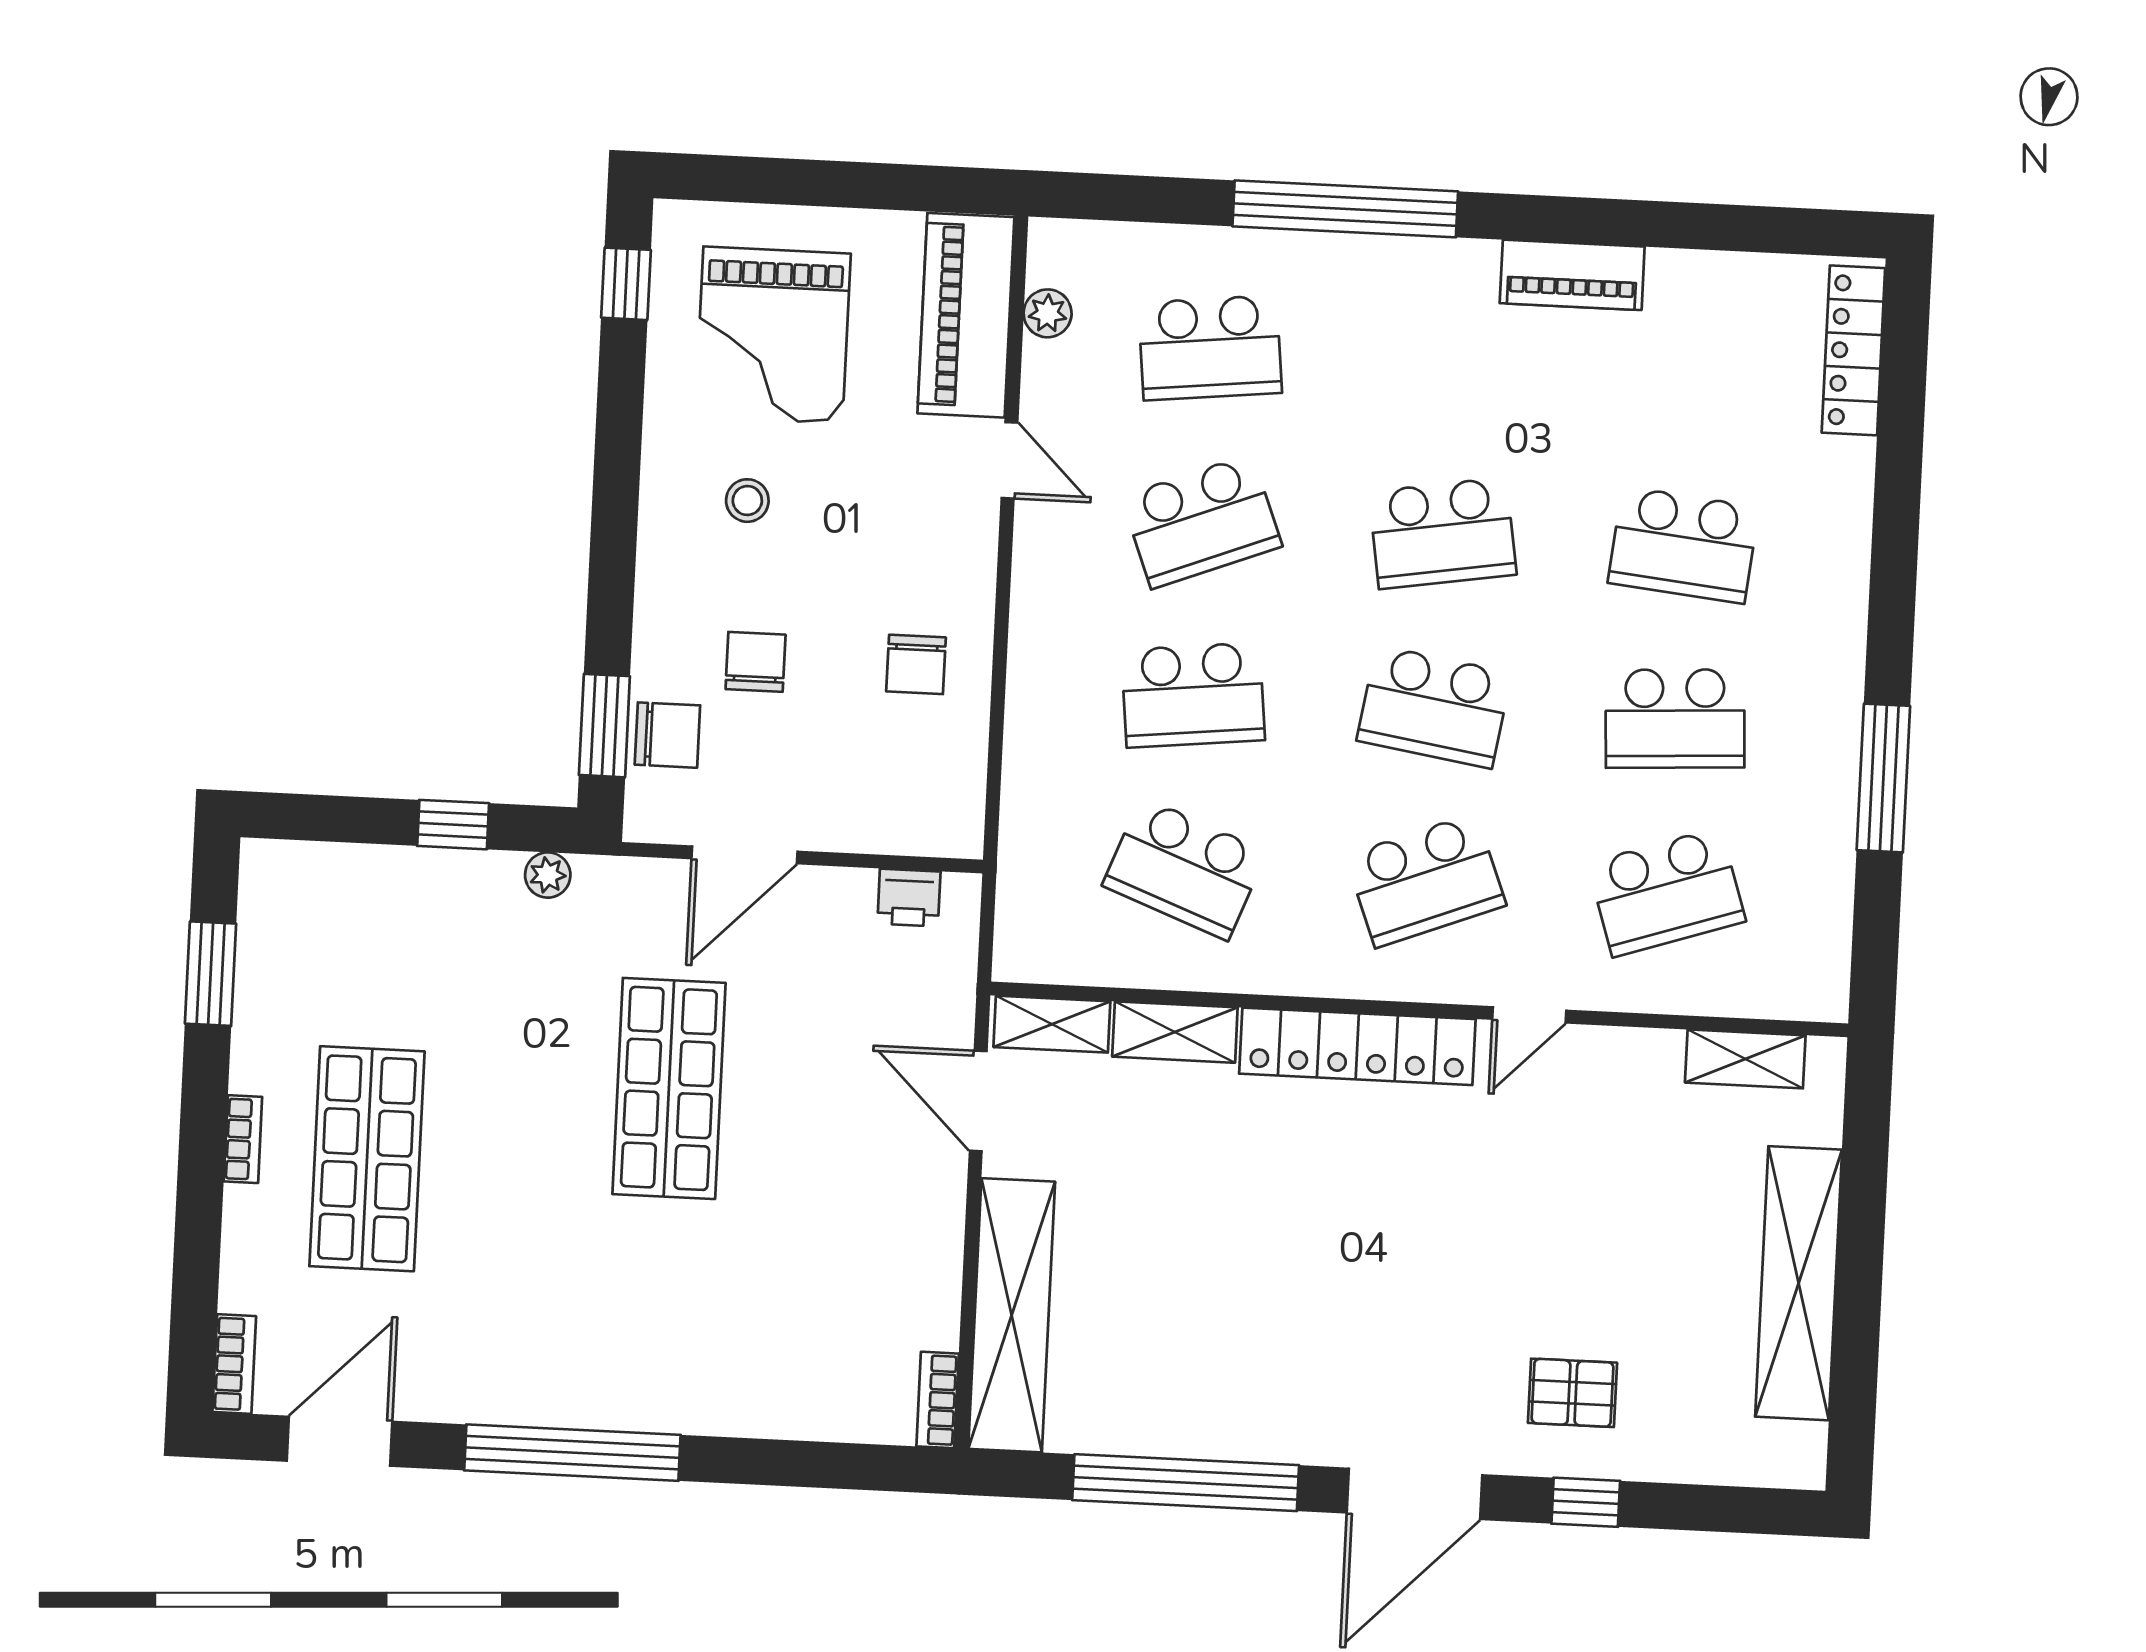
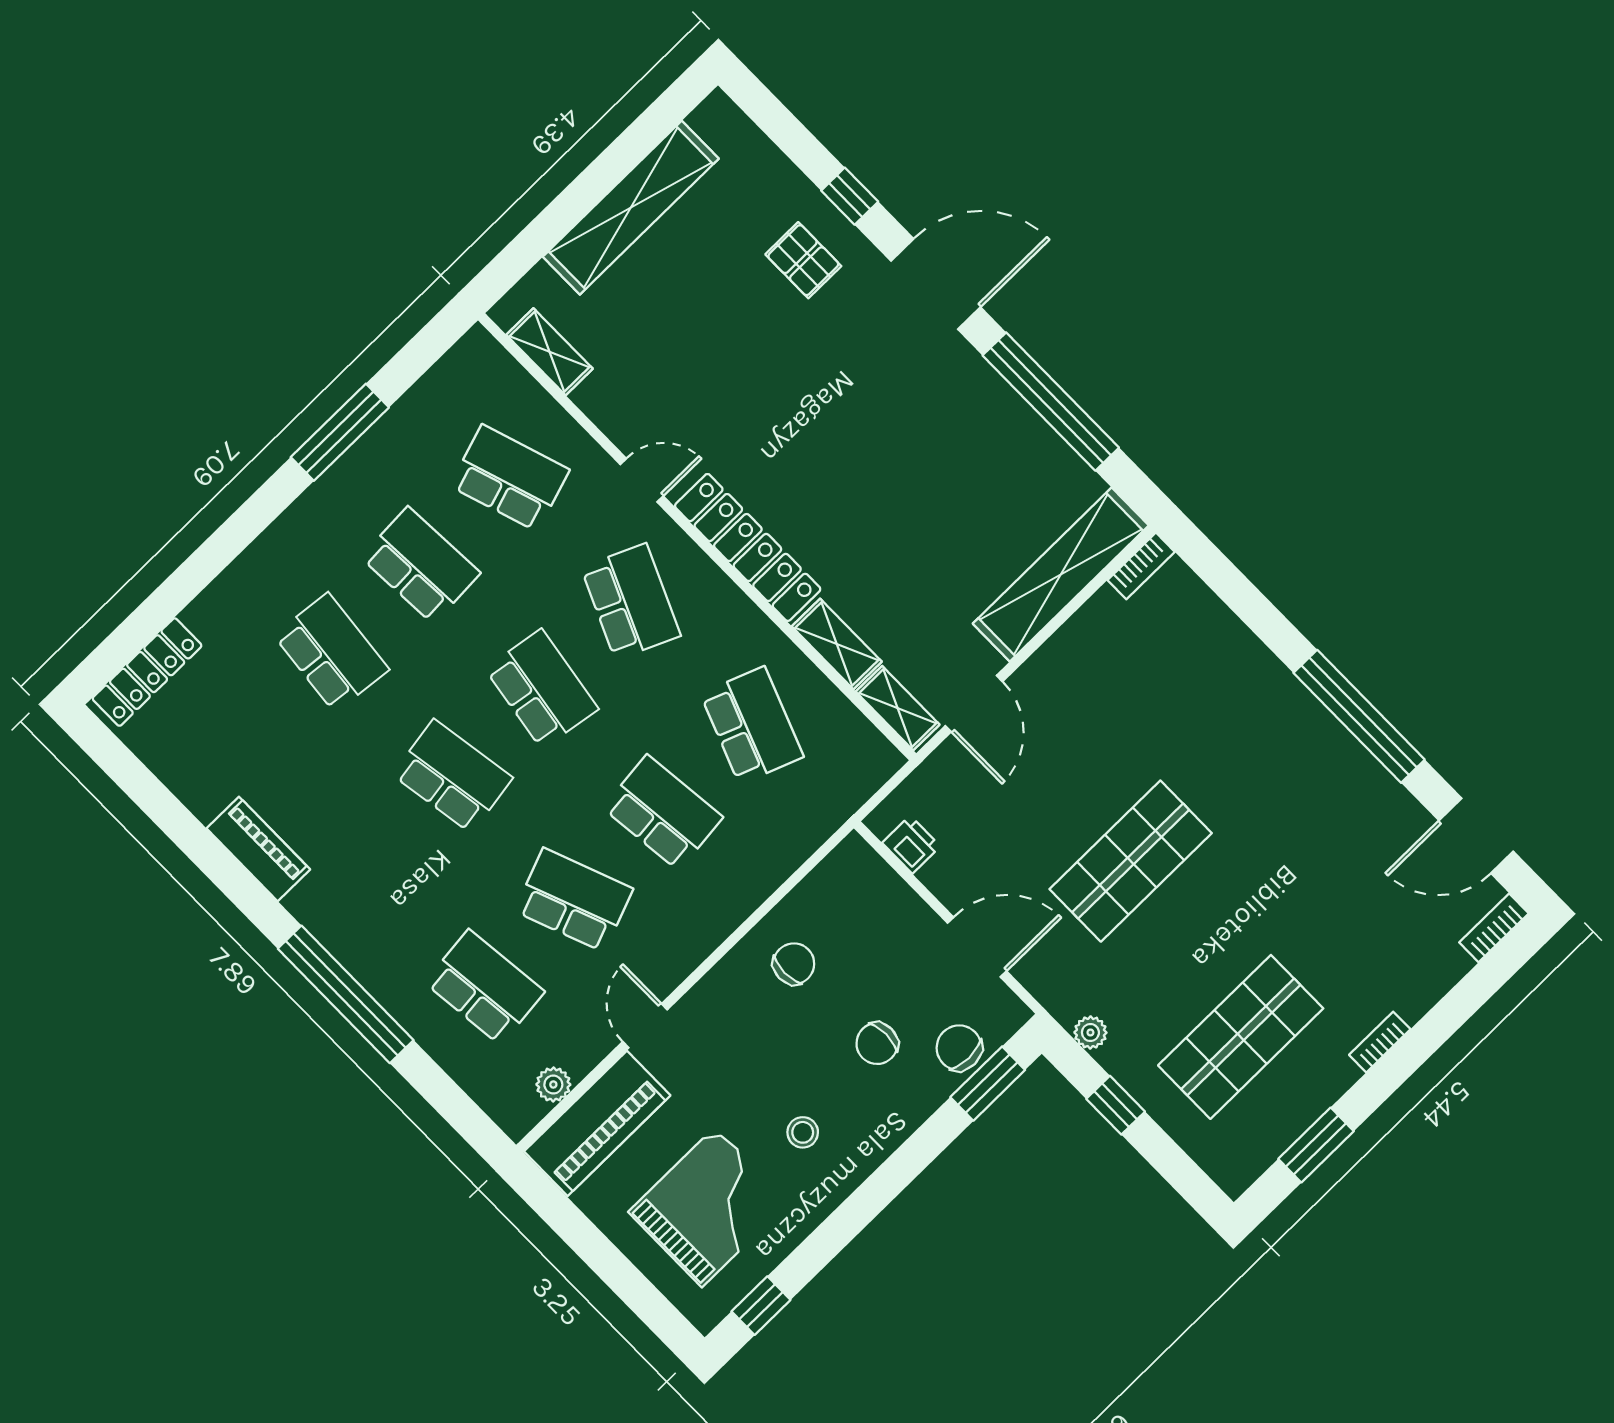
school desk: (1426, 880) -> (631, 602), turned 45
shop shelf: (367, 1159) -> (1241, 1037), moved

